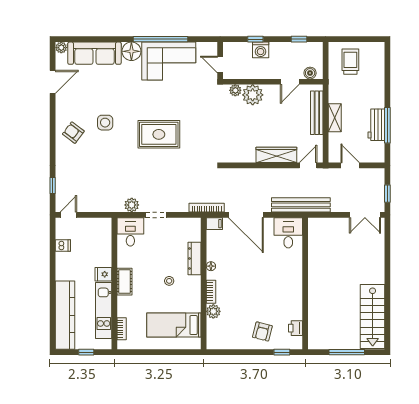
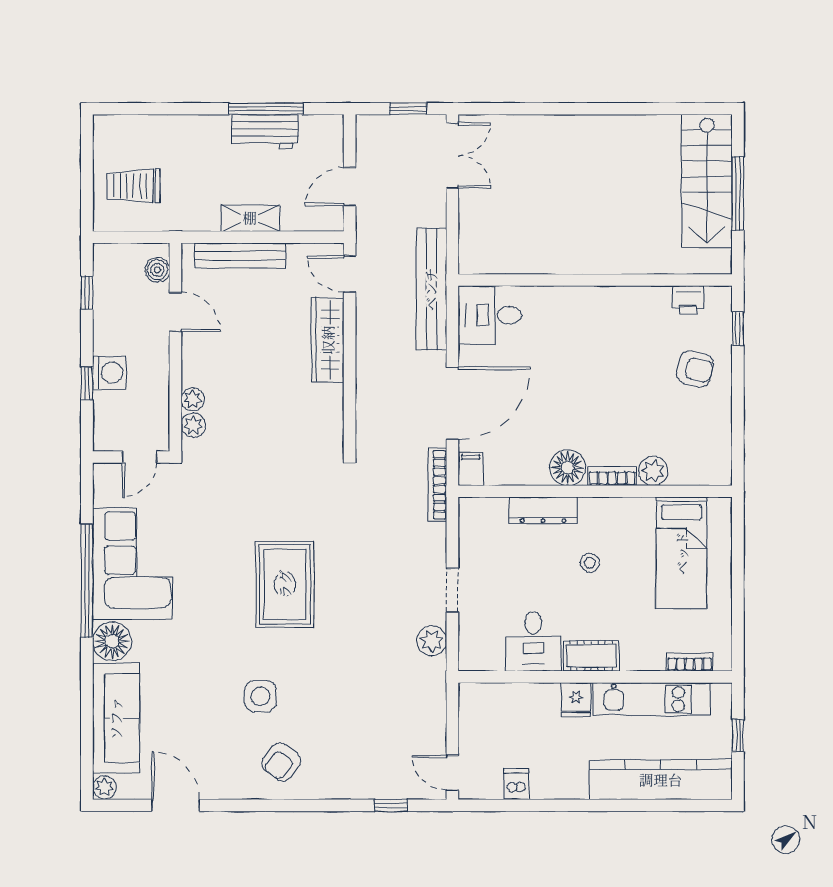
plant: (253, 95) -> (193, 399), width x0.53, depth x0.53
desk: (130, 232) -> (533, 641), moved, turned -90
floor lamp: (211, 266) -> (568, 468), width x1.89, depth x1.89
stairs: (373, 317) -> (707, 181), moved, turned 90

